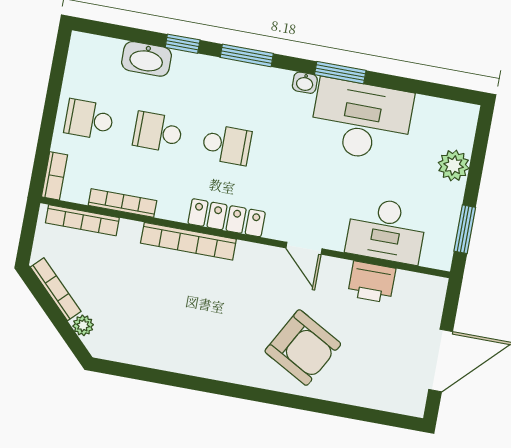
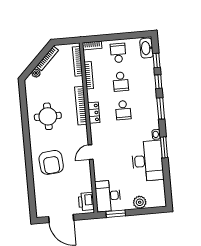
window: (131, 34) -> (156, 60), added
washbasin: (147, 59) -> (147, 48), moved
school desk: (158, 132) -> (121, 82), turned 180
locker: (227, 218) -> (94, 113), width x0.66
desk: (386, 230) -> (108, 196), moved
printer: (372, 282) -> (86, 202), moved
round table: (192, 326) -> (48, 116), added
armchair: (303, 348) -> (51, 162), turned -34

